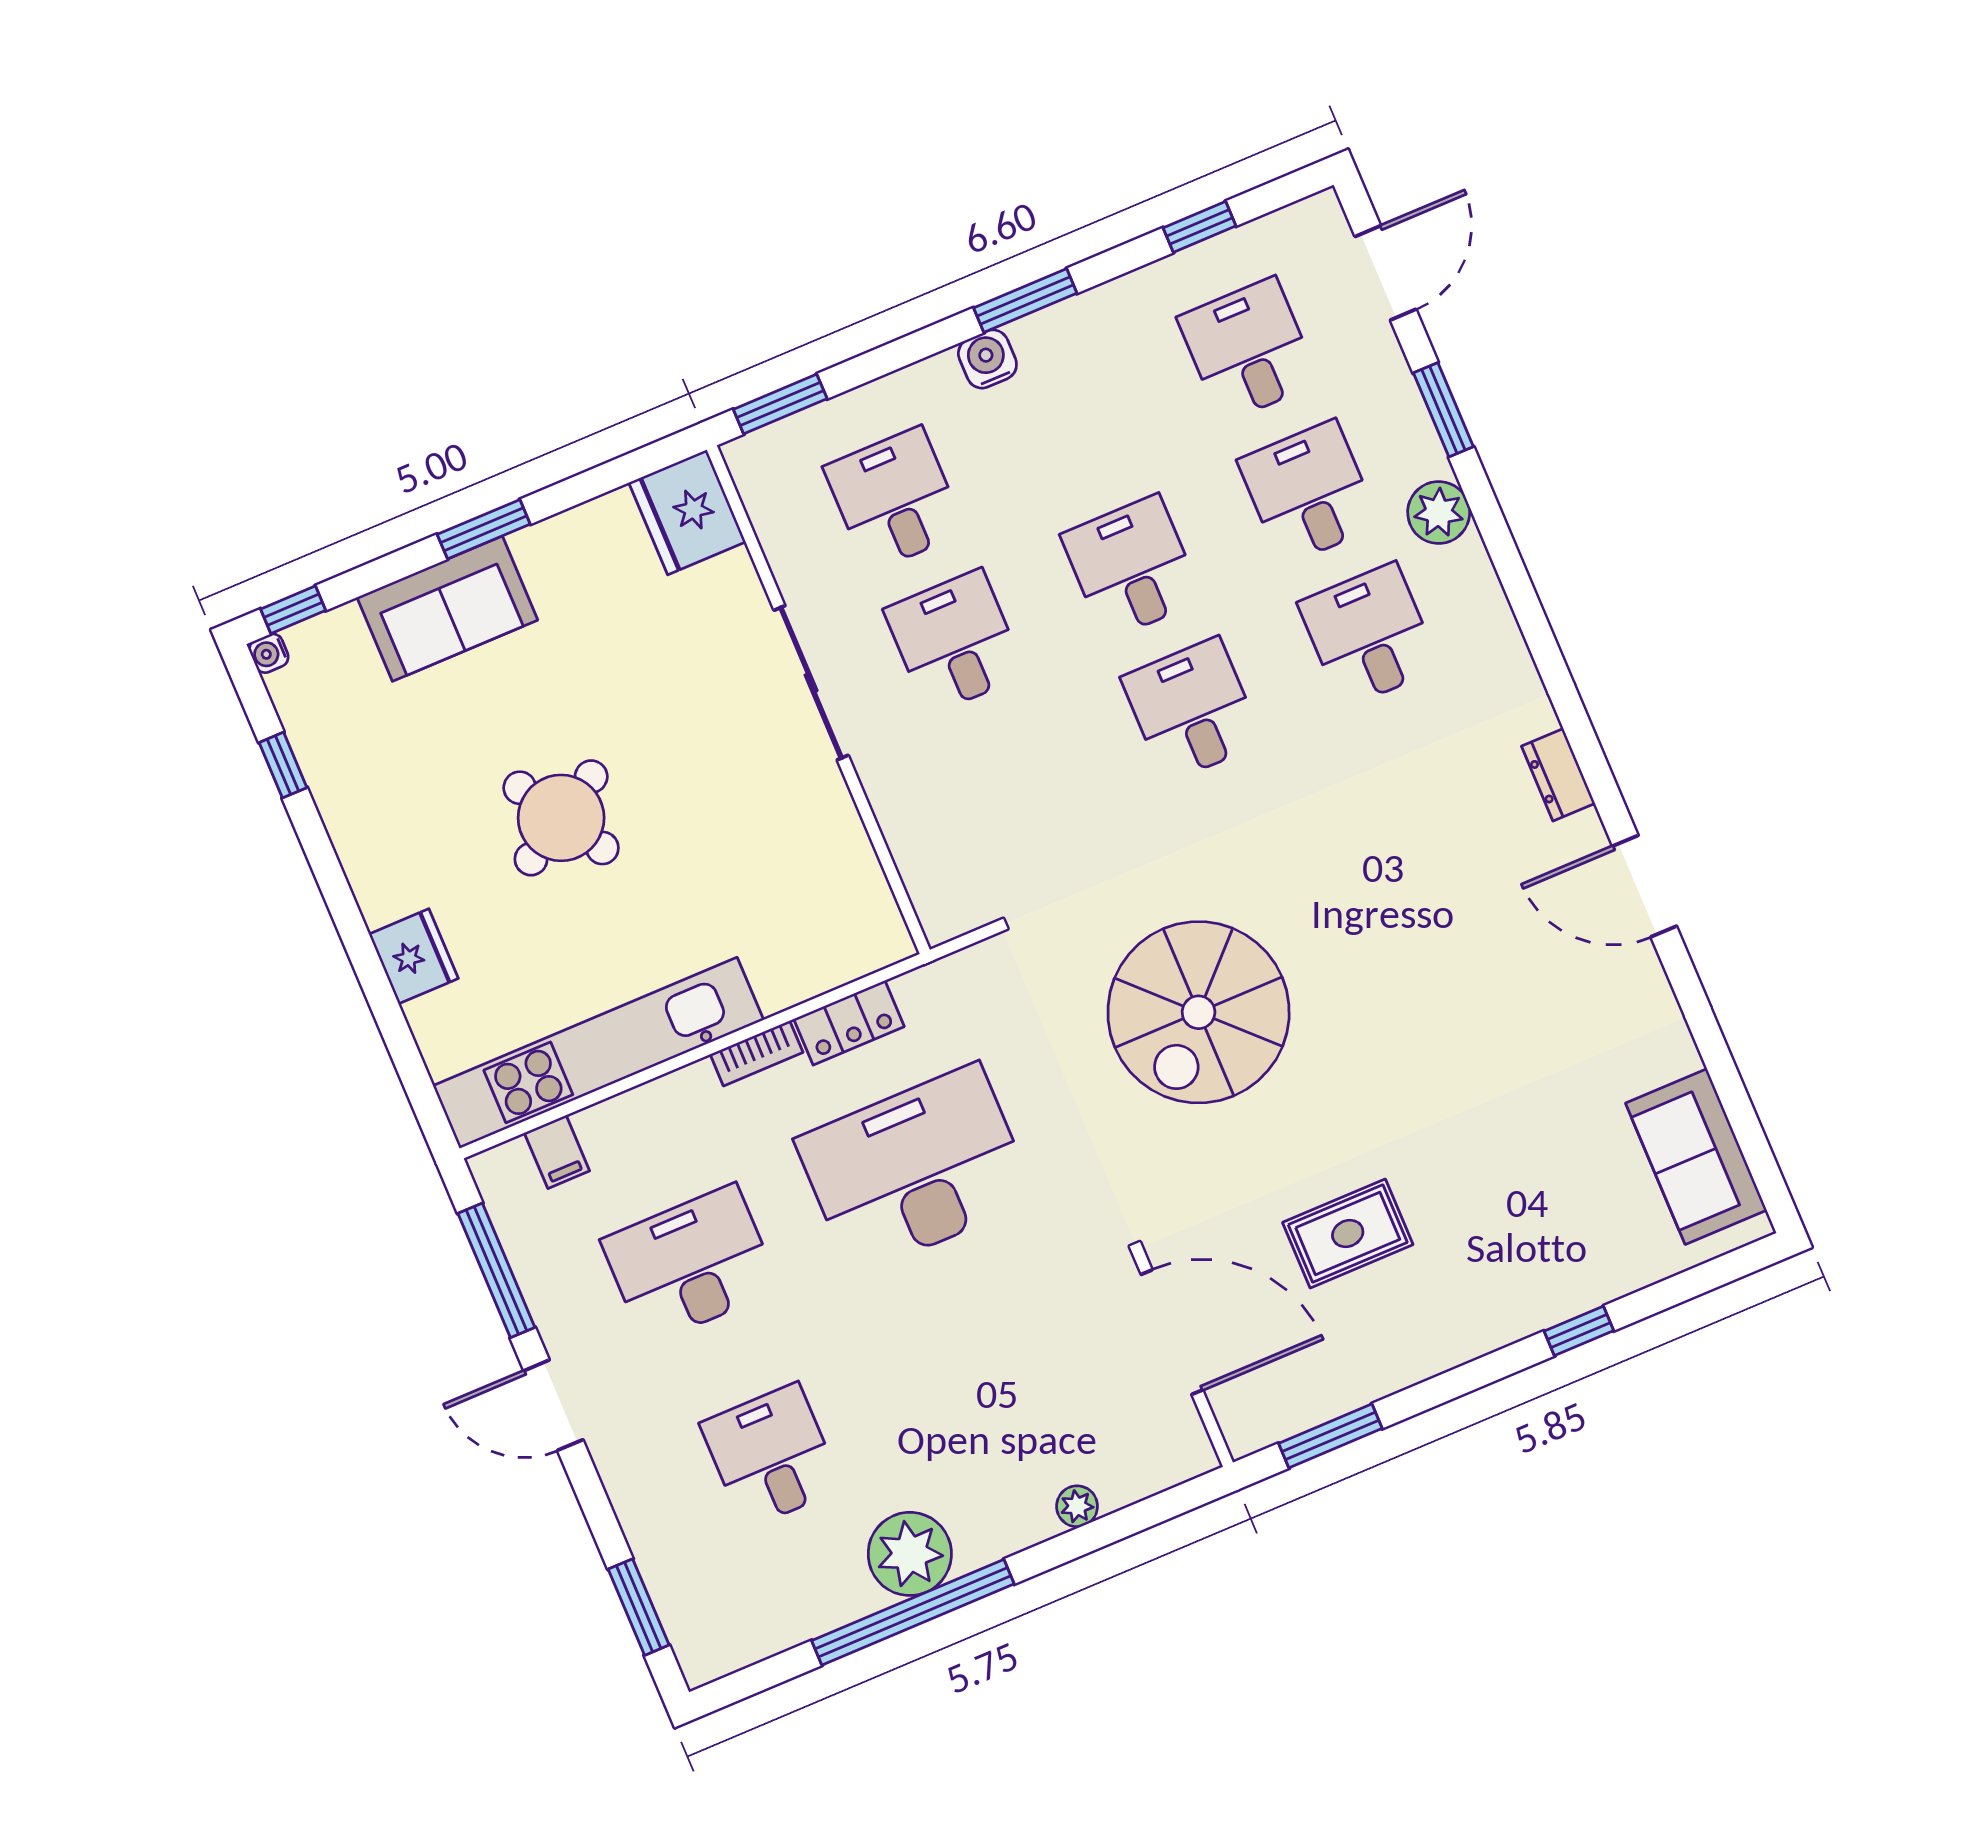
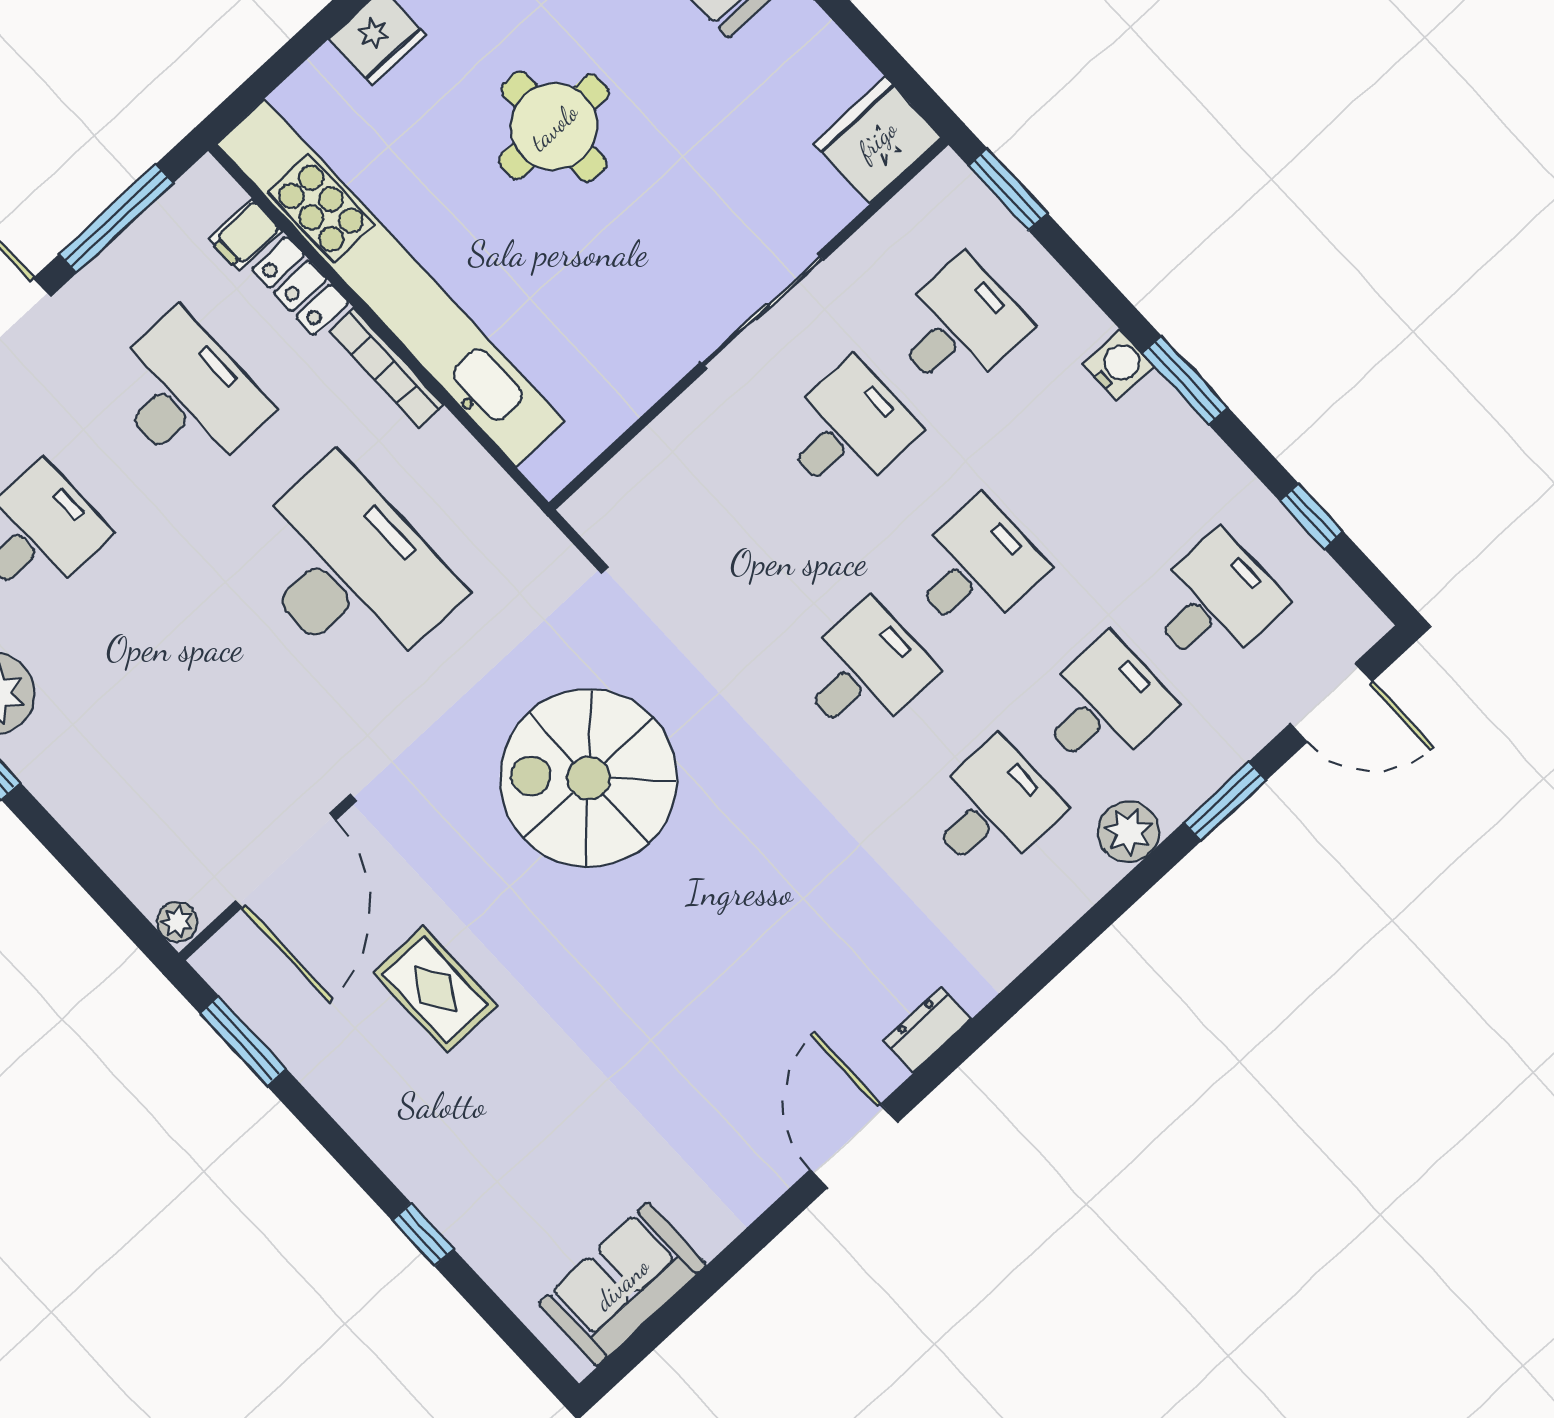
round table: (561, 818) -> (554, 127), turned 31
locker: (849, 1023) -> (300, 286), moved
kitchen unit: (598, 1053) -> (390, 283), width x1.36
bookcase: (757, 1053) -> (387, 368), width x1.56
plant: (1077, 1506) -> (177, 922), moved

